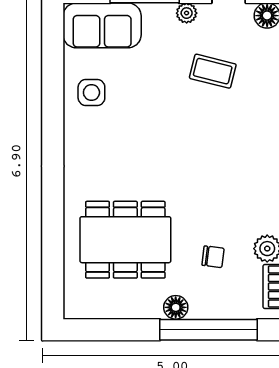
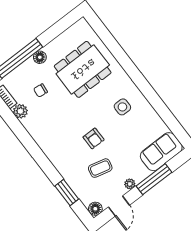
side table: (91, 93) -> (122, 107), moved
armchair: (189, 123) -> (94, 138), added

